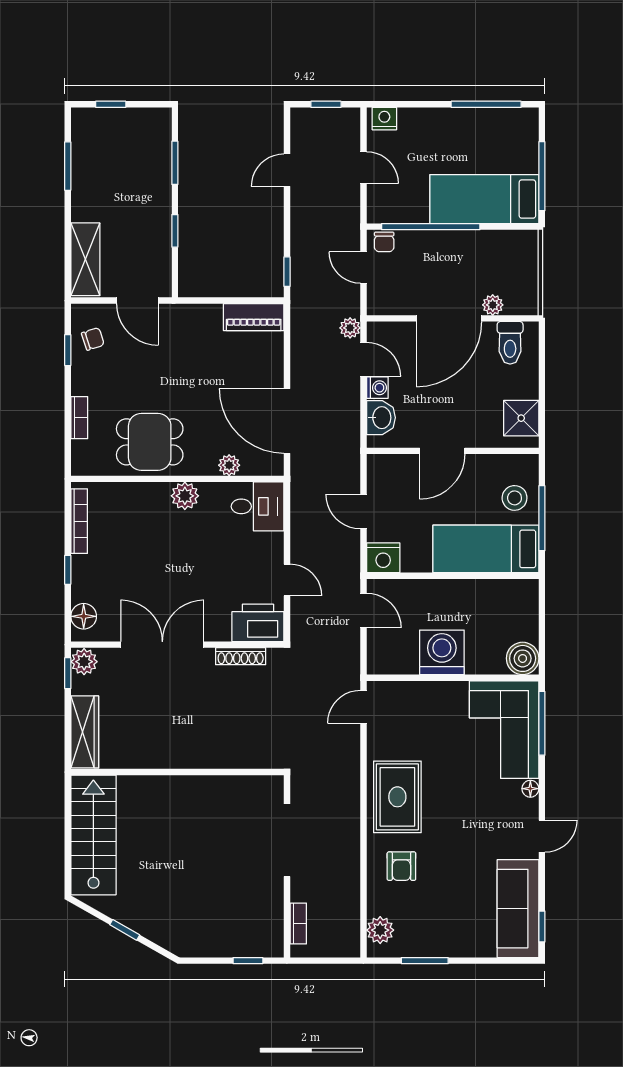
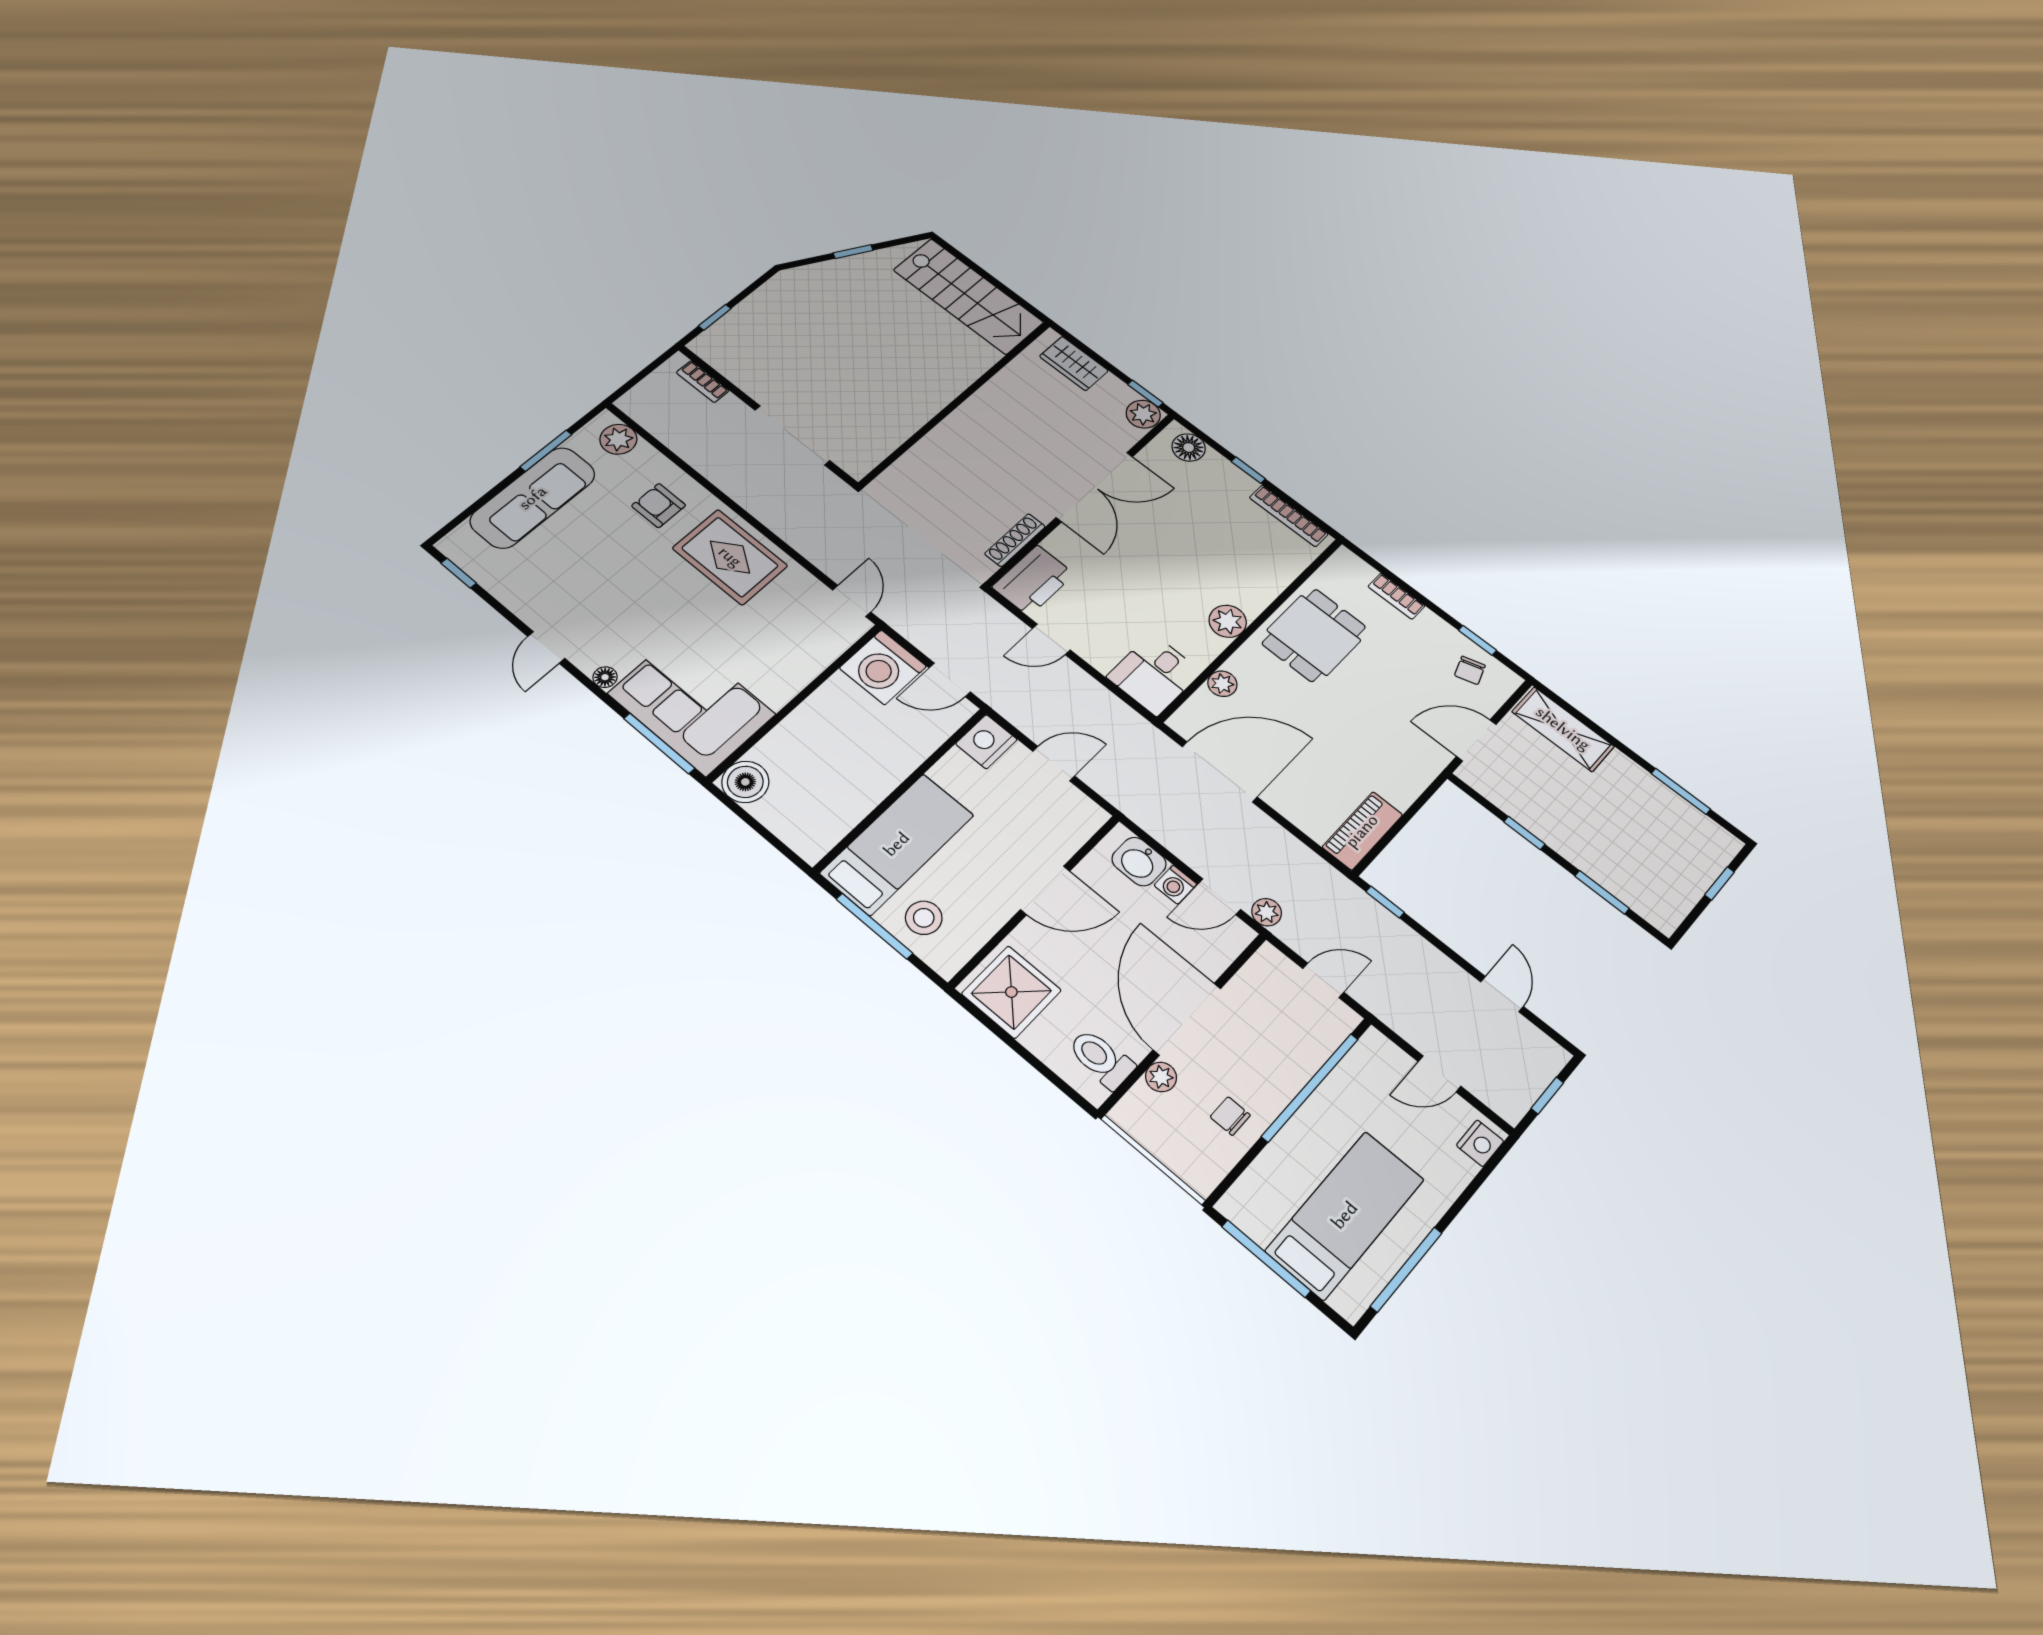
bed: (484, 199) -> (1345, 1215), moved
chair: (384, 242) -> (1230, 1116), moved
shower: (521, 418) -> (1011, 992), width x1.36, depth x1.36
door: (442, 451) -> (1045, 890), swing flipped
washing machine: (442, 652) -> (883, 667), moved, turned 90
wardrobe: (85, 732) -> (1074, 363), width x0.67
sofa: (518, 909) -> (533, 498), moved, turned 90

